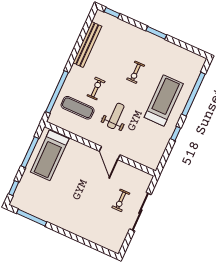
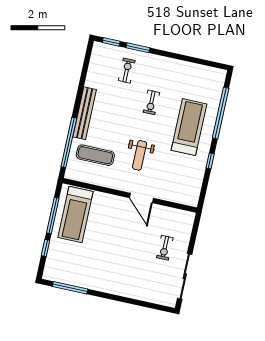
window: (156, 33) -> (138, 48), moved
bench: (87, 44) -> (85, 113), moved
exercise bike: (96, 89) -> (127, 71), moved
weight bench: (116, 116) -> (140, 155), turned 180
window: (14, 188) -> (46, 248), moved
sliding door: (140, 212) -> (185, 276), moved

